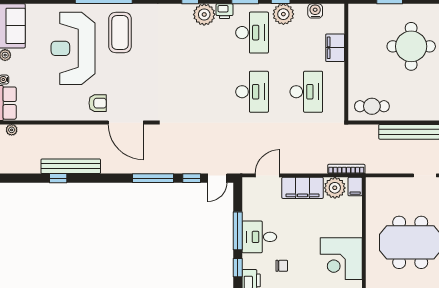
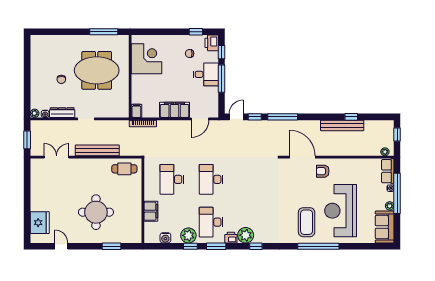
reception desk: (73, 48) -> (341, 211), turned 180
plant: (335, 188) -> (151, 110), removed

